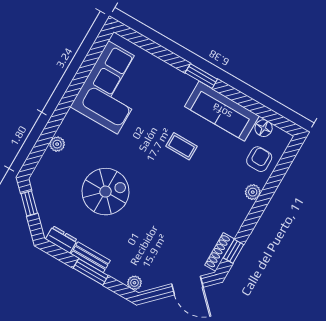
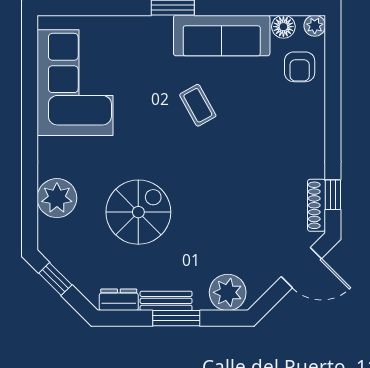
plant: (57, 144) -> (57, 198), width x1.88, depth x1.88
coffee table: (181, 146) -> (198, 105), turned 61
armchair: (259, 159) -> (300, 67), turned 180
plant: (253, 192) -> (315, 26), moved
plant: (134, 283) -> (228, 292), width x1.88, depth x1.88

